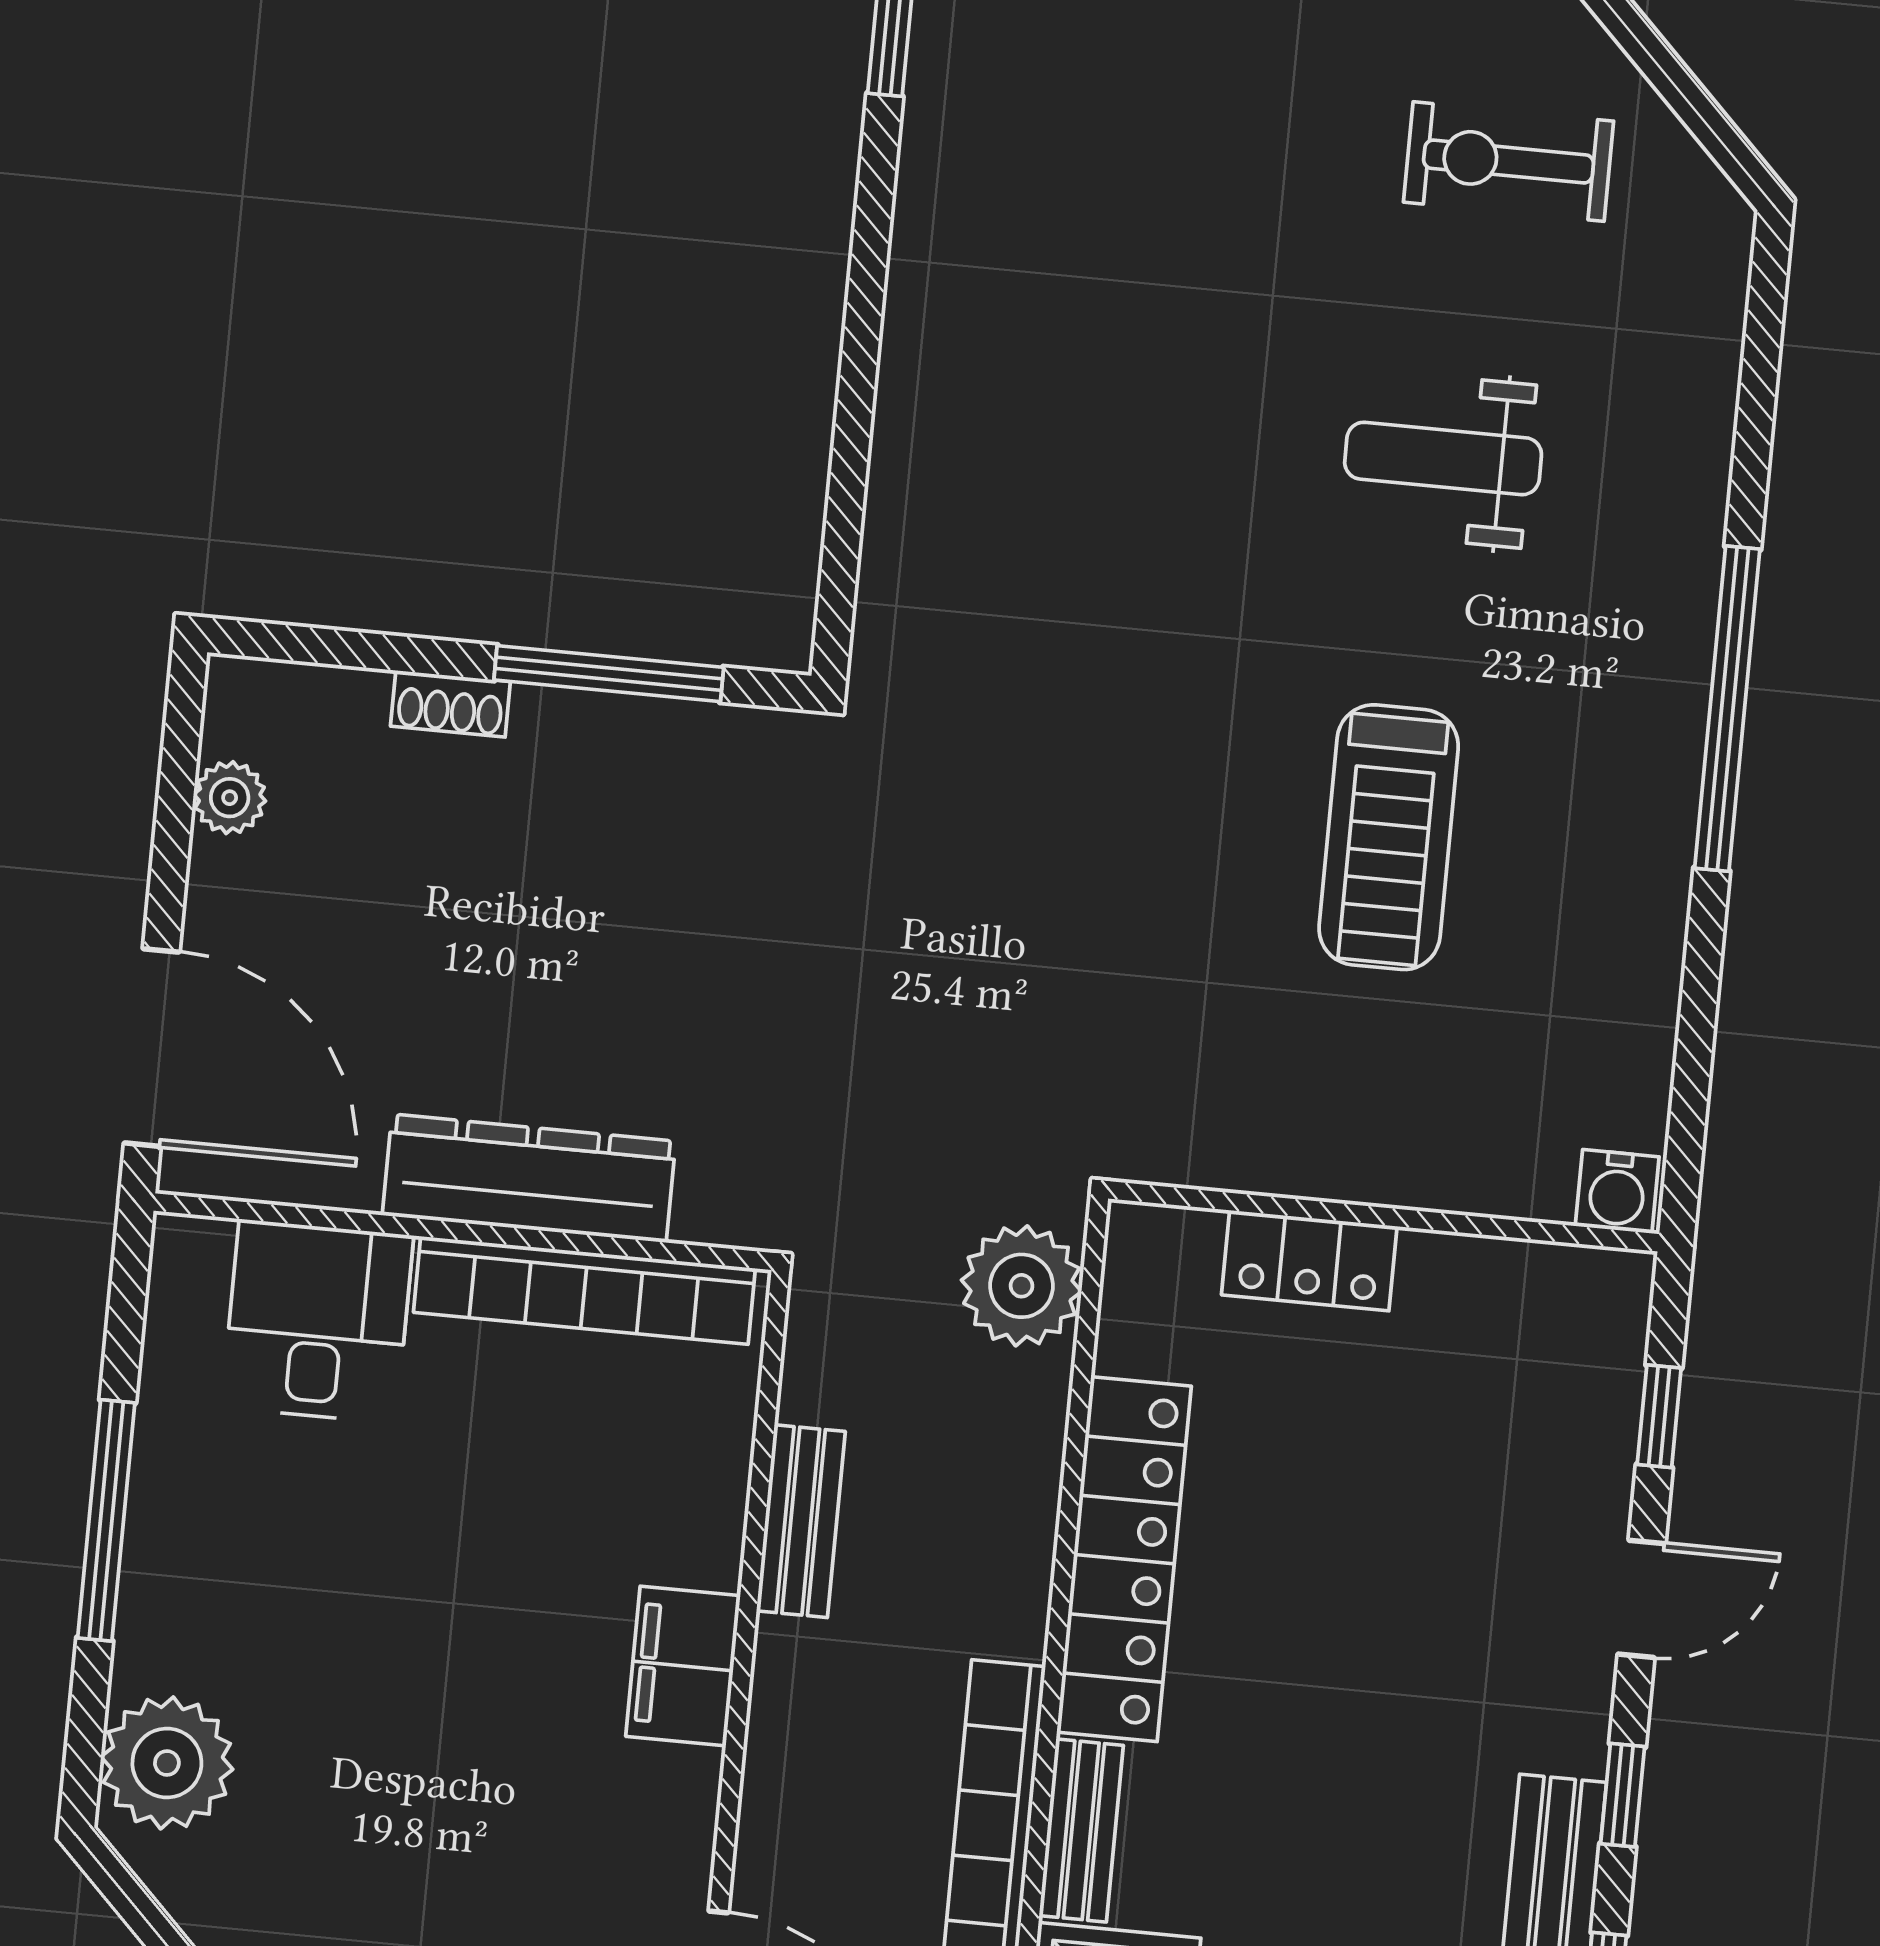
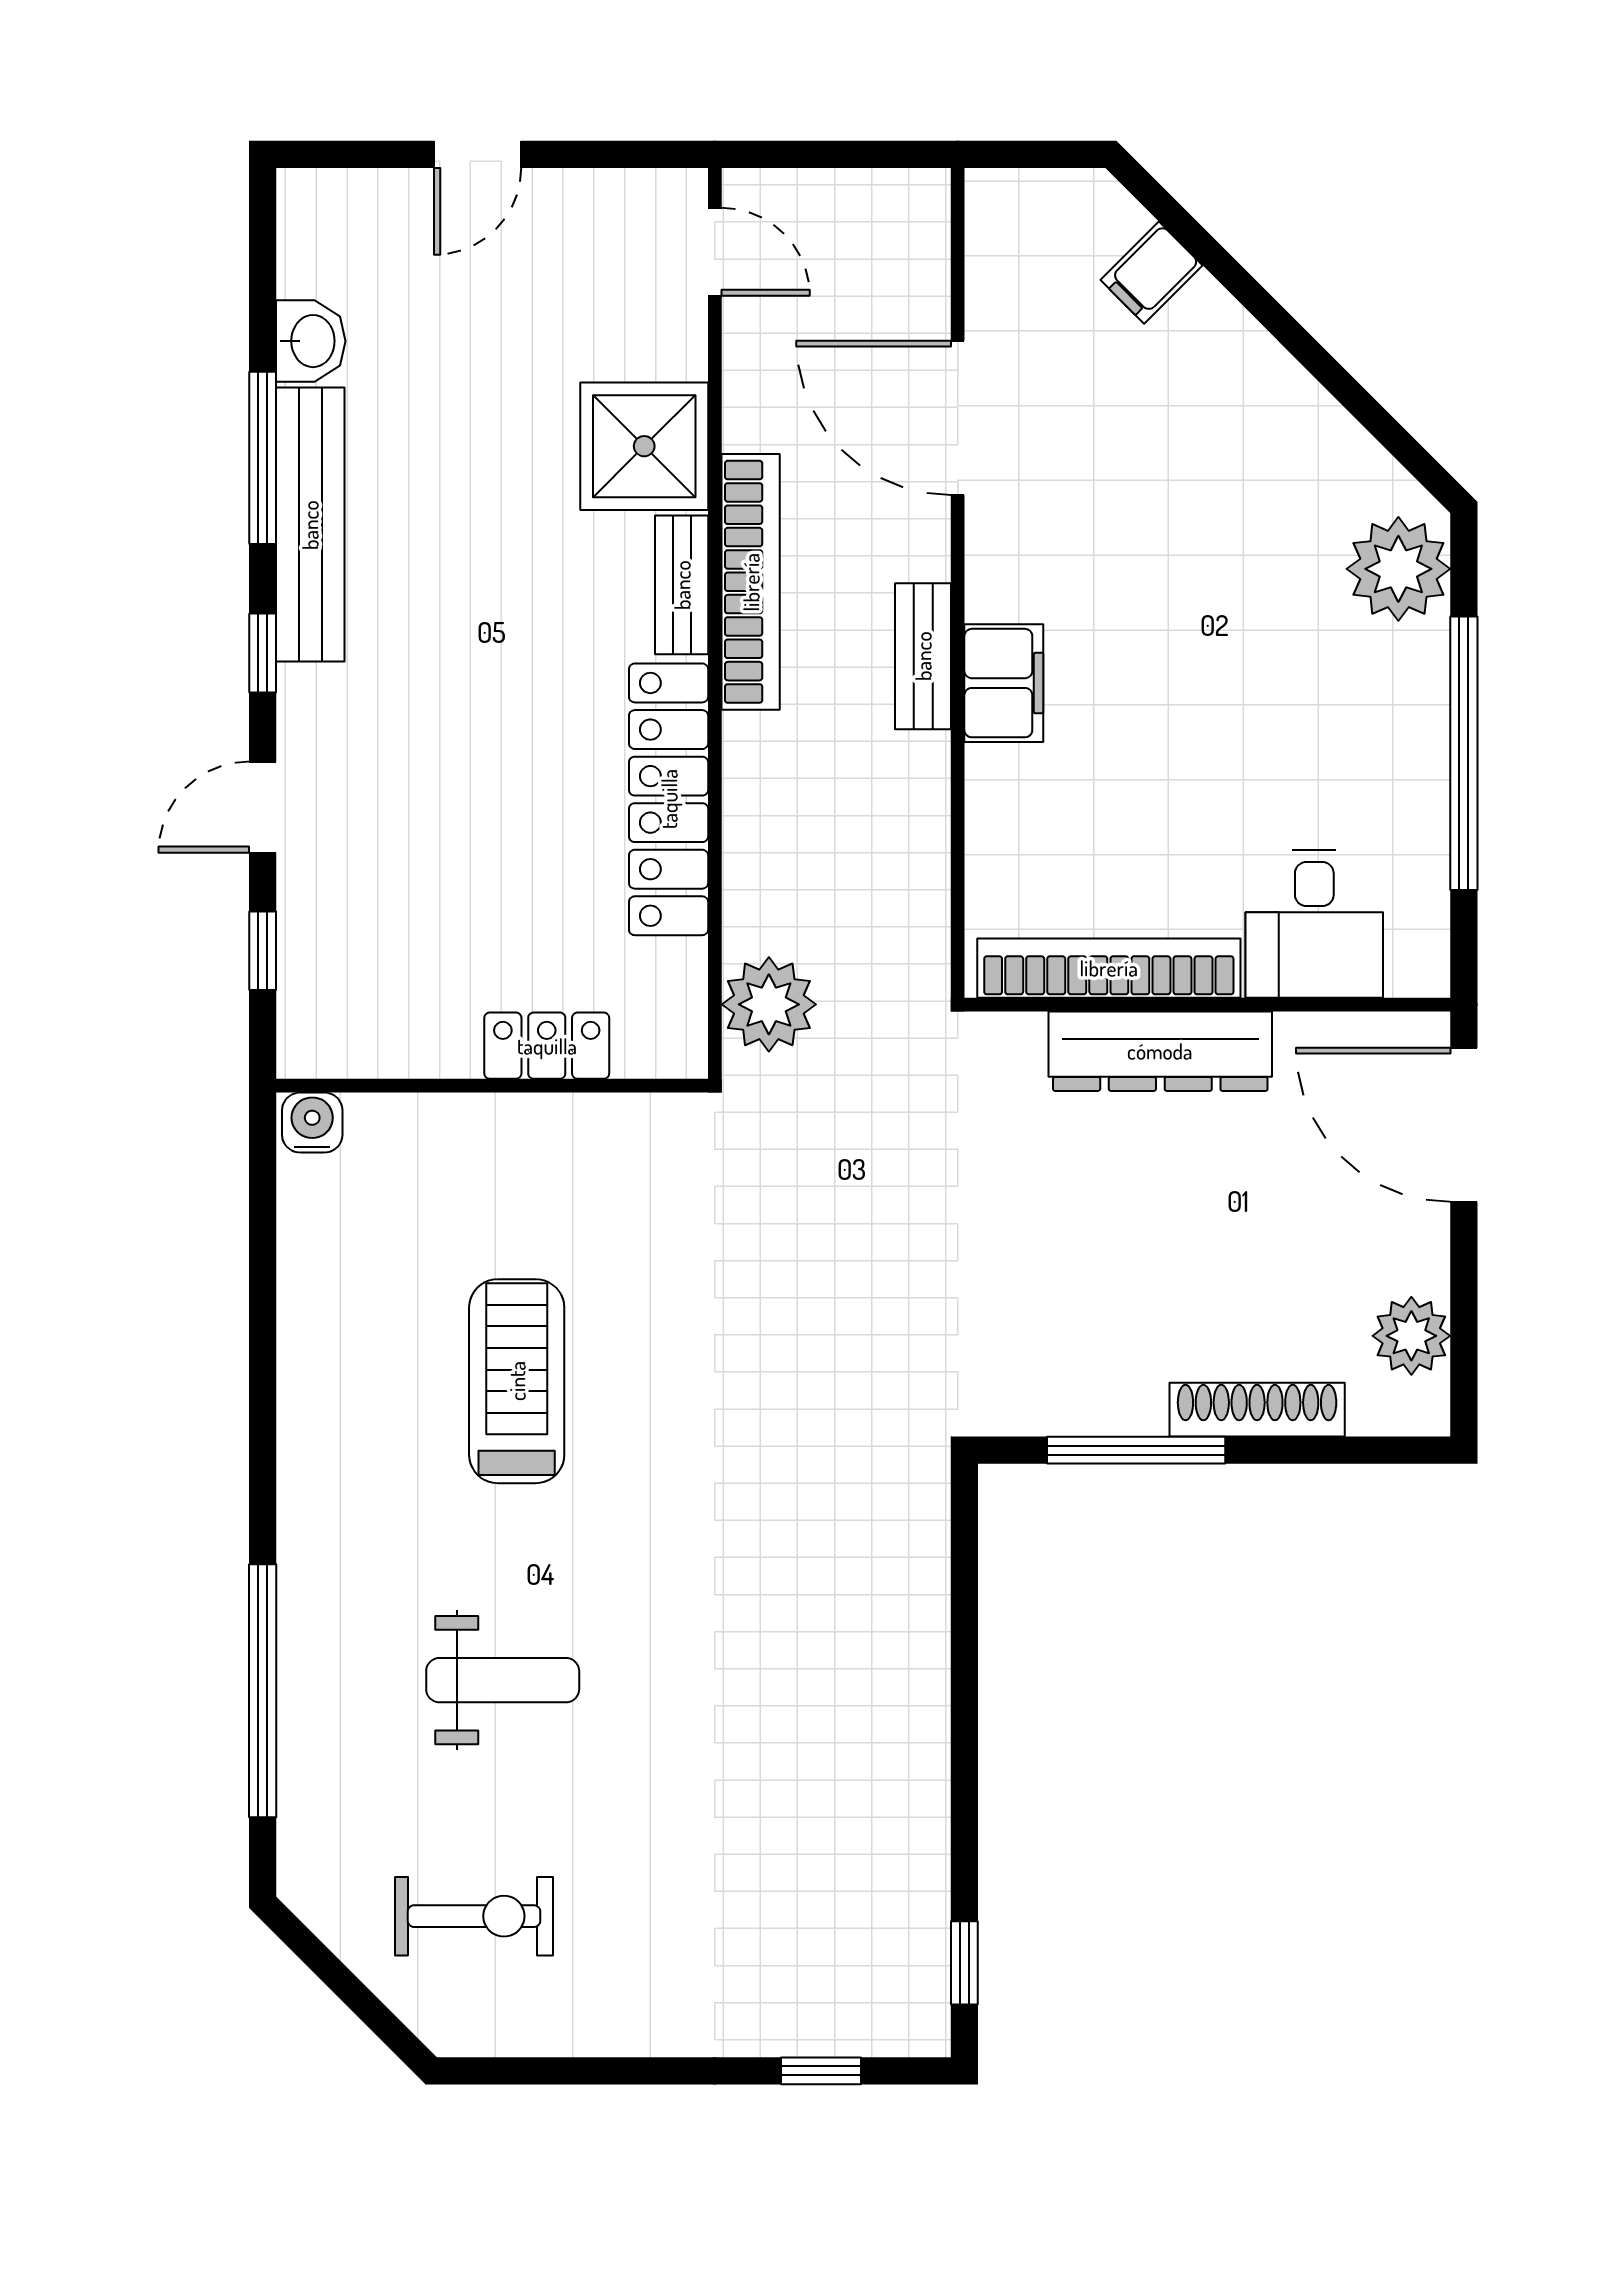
shoe rack: (450, 704) -> (1257, 1410), width x1.94, depth x1.24
window: (1727, 709) -> (263, 1691), moved
plant: (230, 798) -> (1411, 1336), width x1.38, depth x1.38
window: (106, 1520) -> (1464, 753), width x1.46
bench: (801, 1521) -> (923, 656), moved

